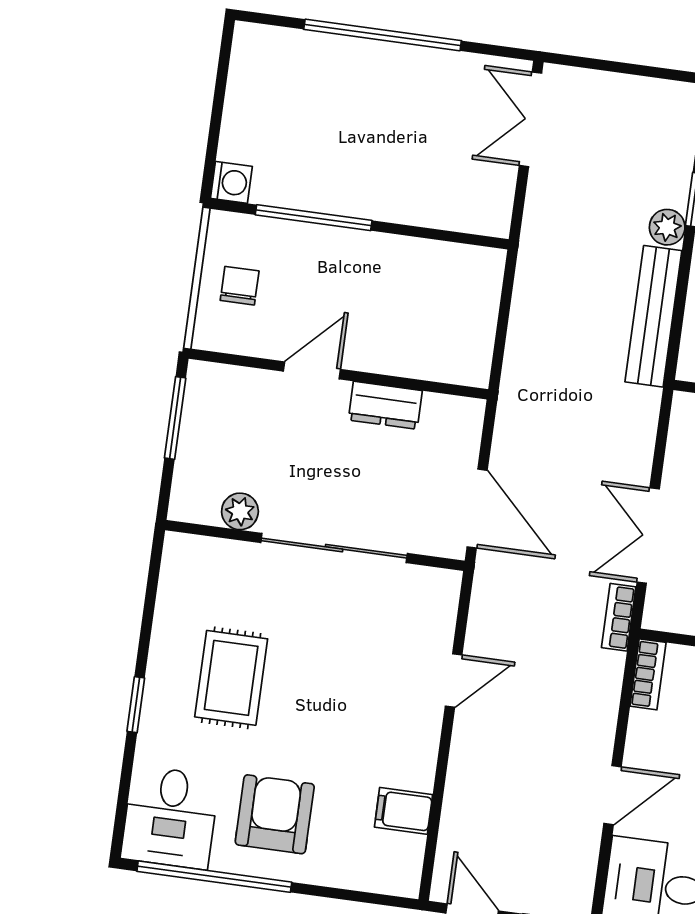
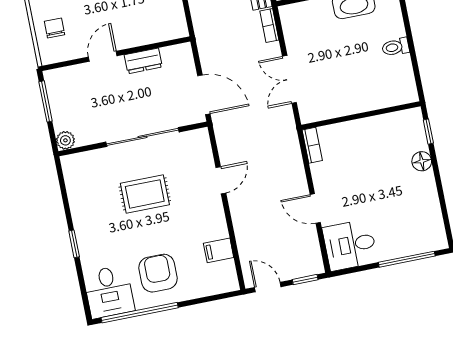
plant: (240, 511) -> (65, 140), moved
bookcase: (619, 617) -> (269, 25), moved
rug: (231, 678) -> (145, 194), moved, turned 90
door: (613, 795) -> (315, 208), swing flipped

